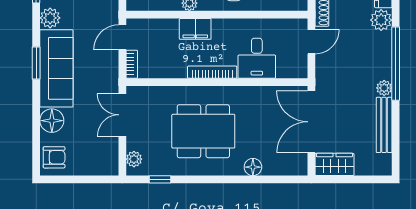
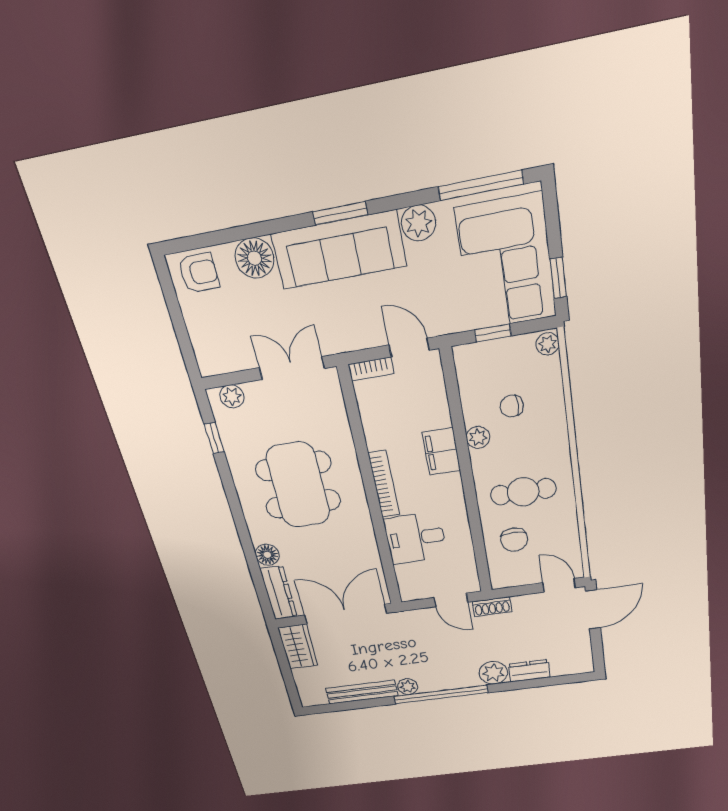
armchair: (54, 157) -> (199, 273), turned -90
dresser: (285, 167) -> (279, 593), added

